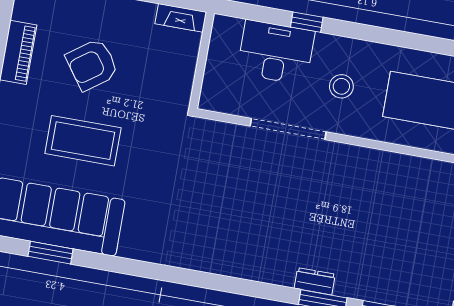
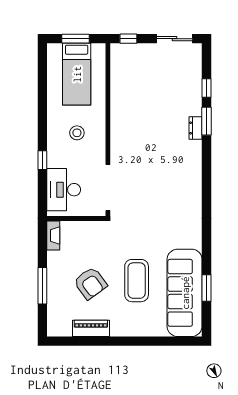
desk: (276, 52) -> (64, 190), moved
doorway: (288, 129) -> (108, 188), moved

